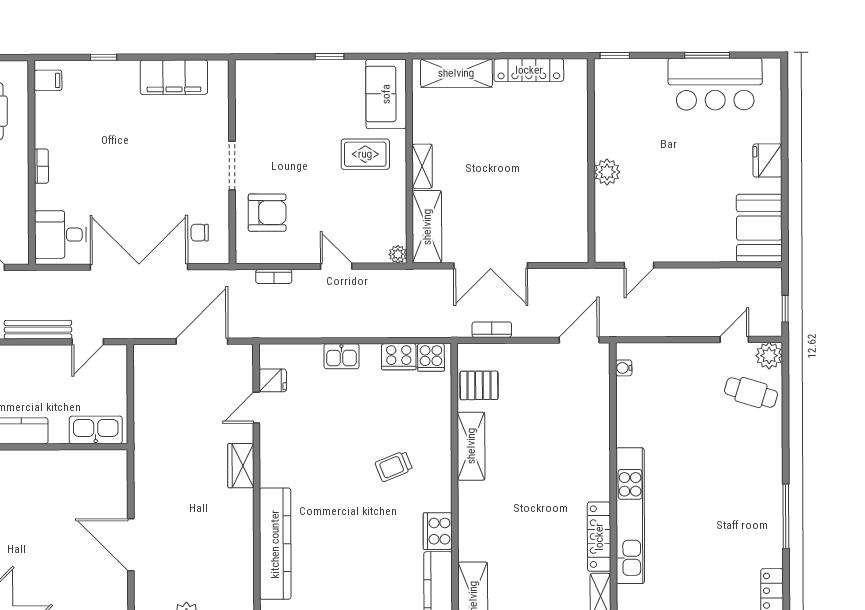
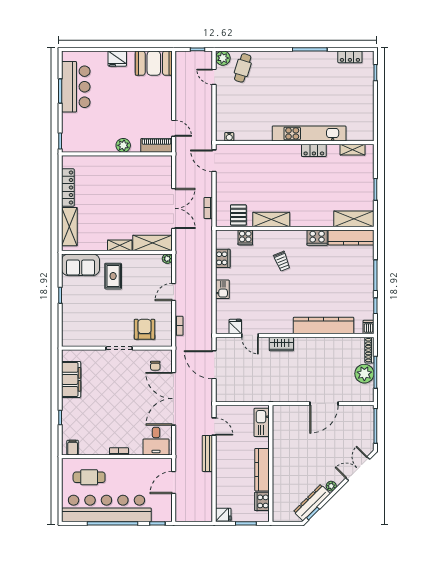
piano: (607, 234) -> (156, 145), added
cooker: (431, 357) -> (245, 237), moved, turned 90
locker: (599, 537) -> (314, 150), width x0.66

